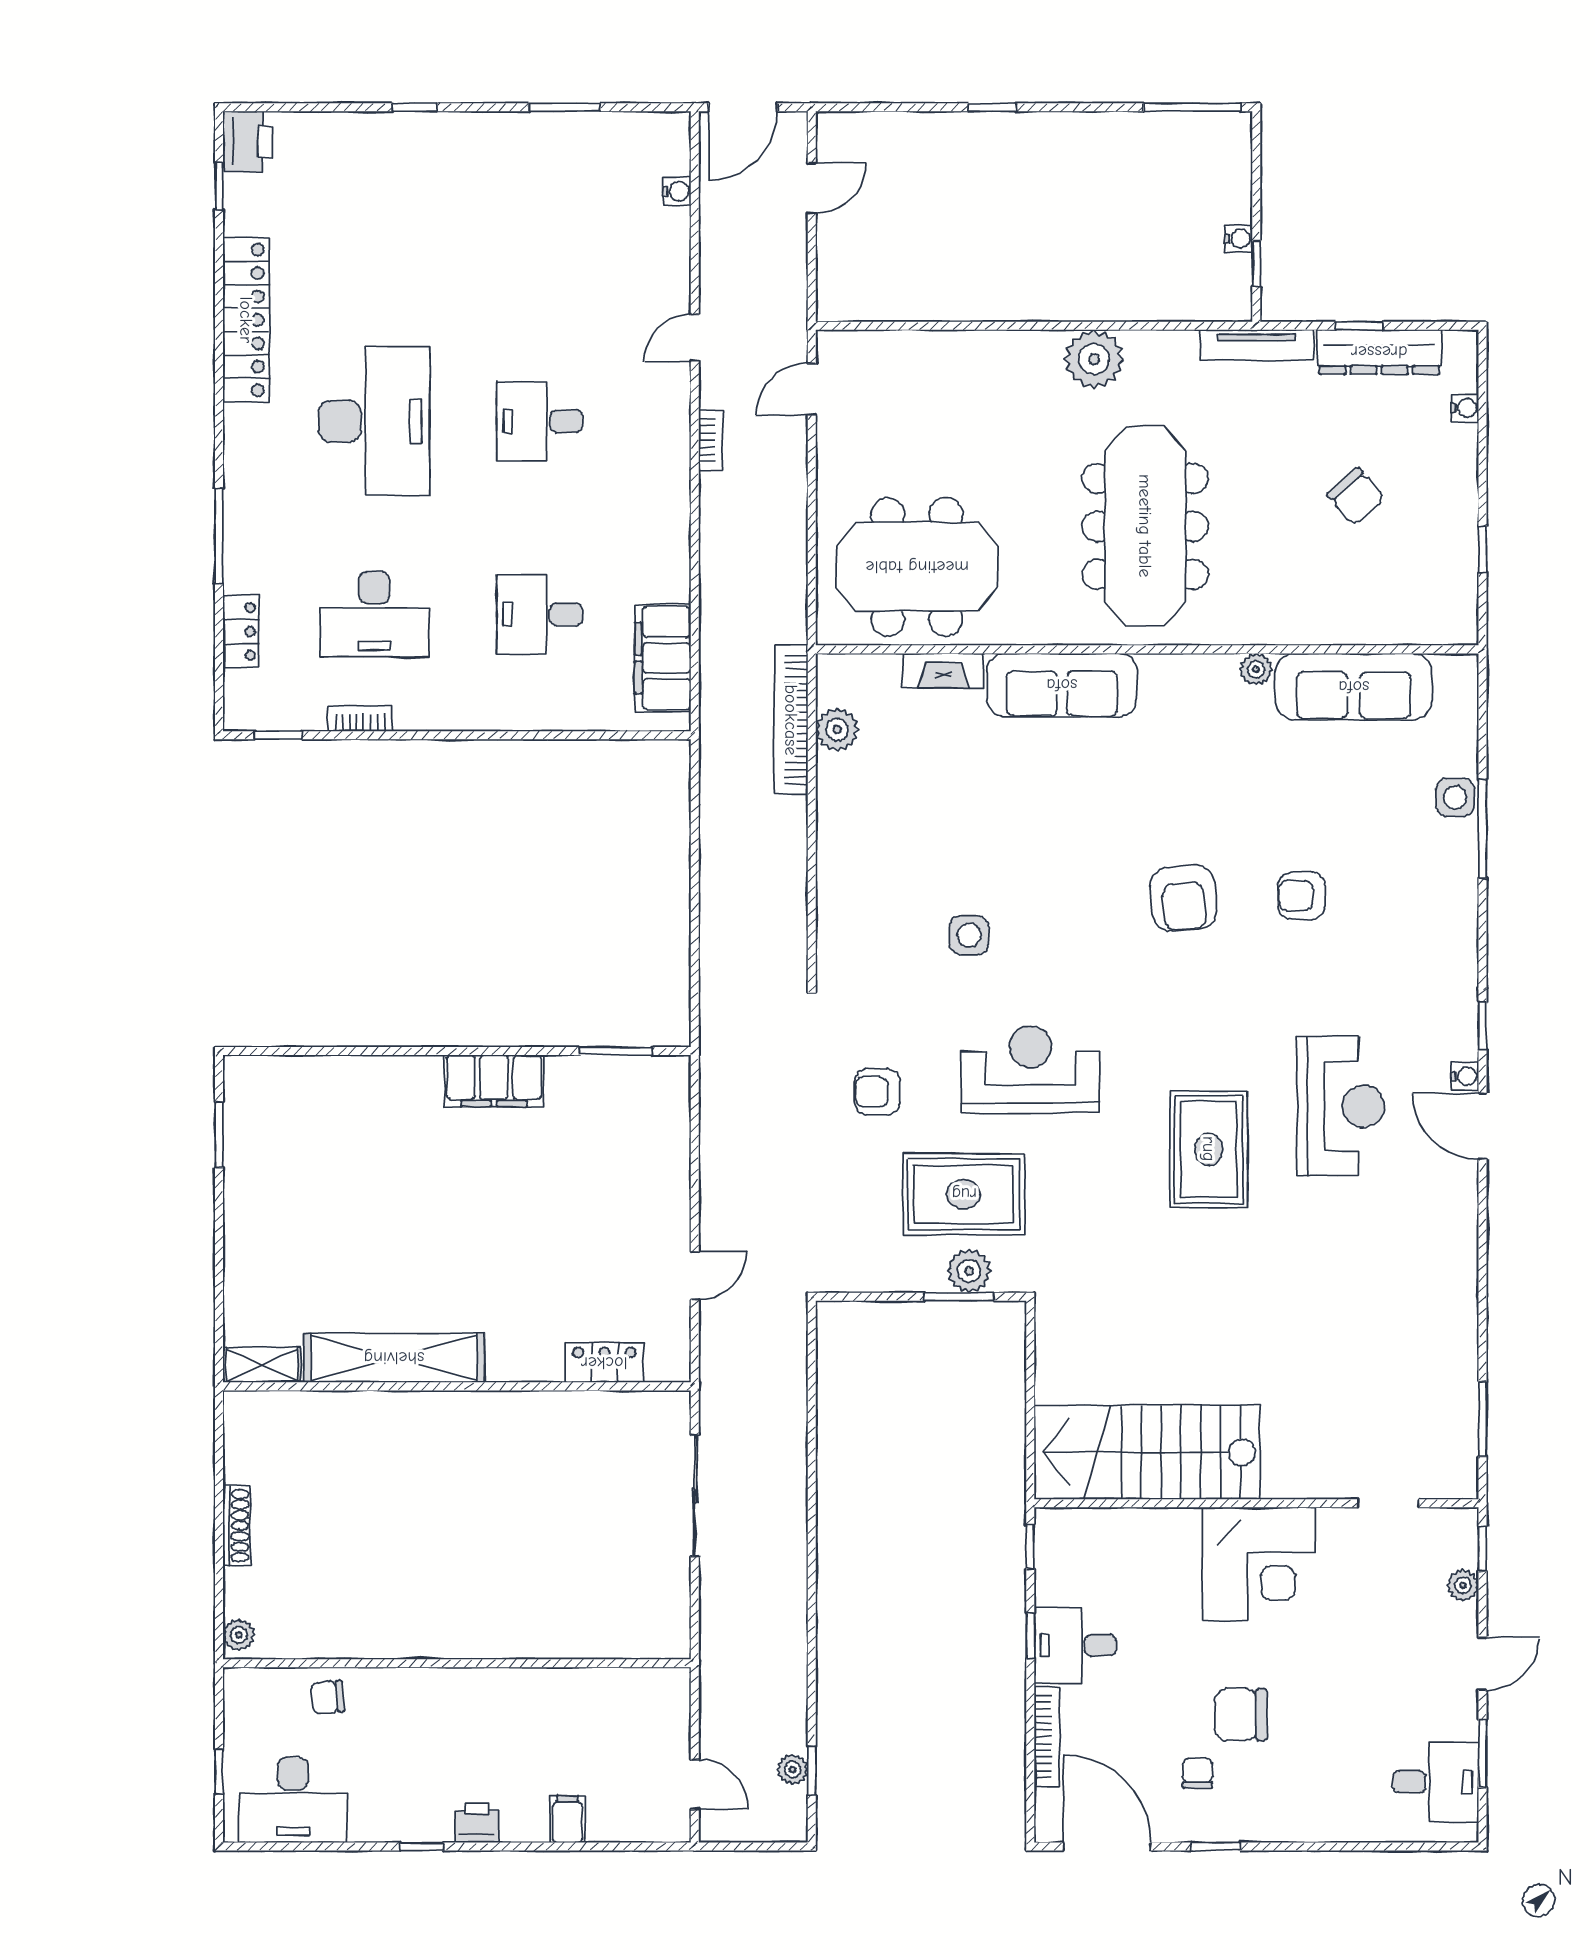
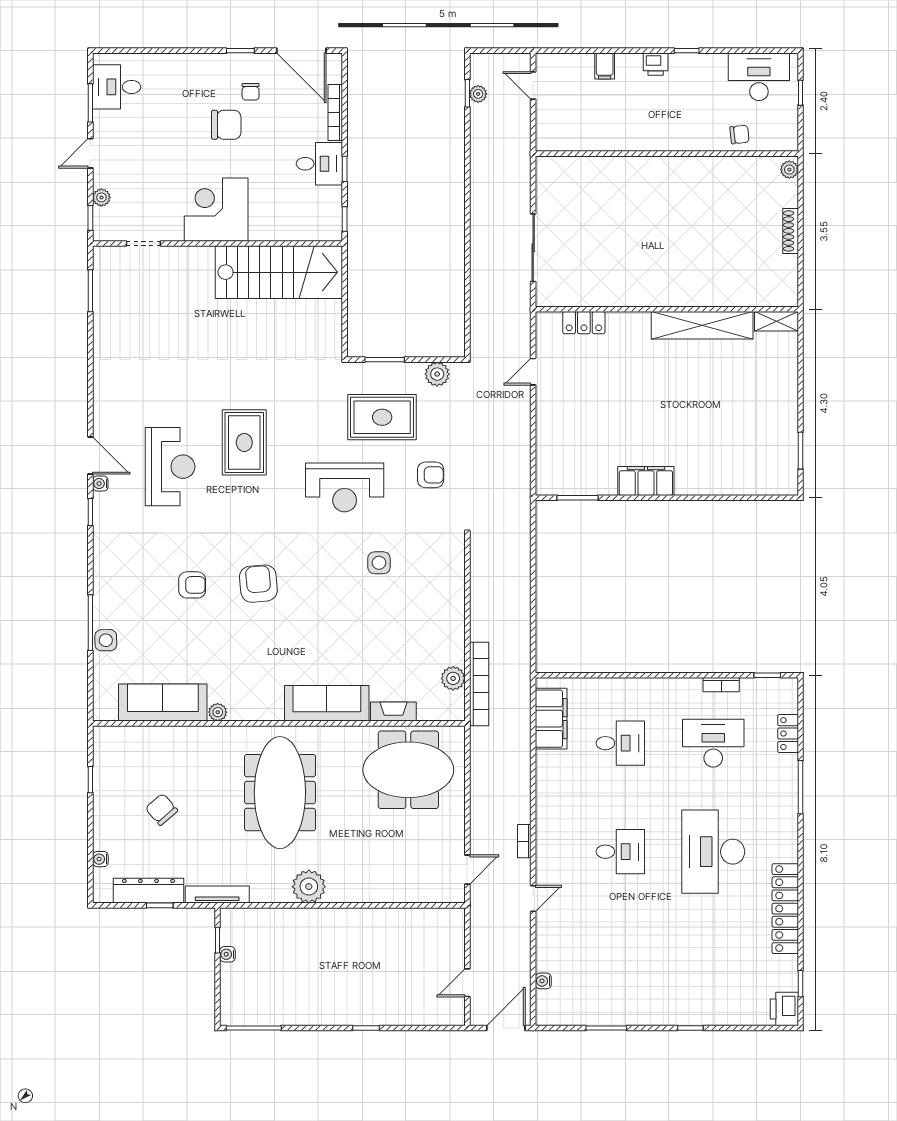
reception desk: (1341, 1106) -> (170, 467), turned 180
plant: (969, 1271) -> (437, 374), moved

